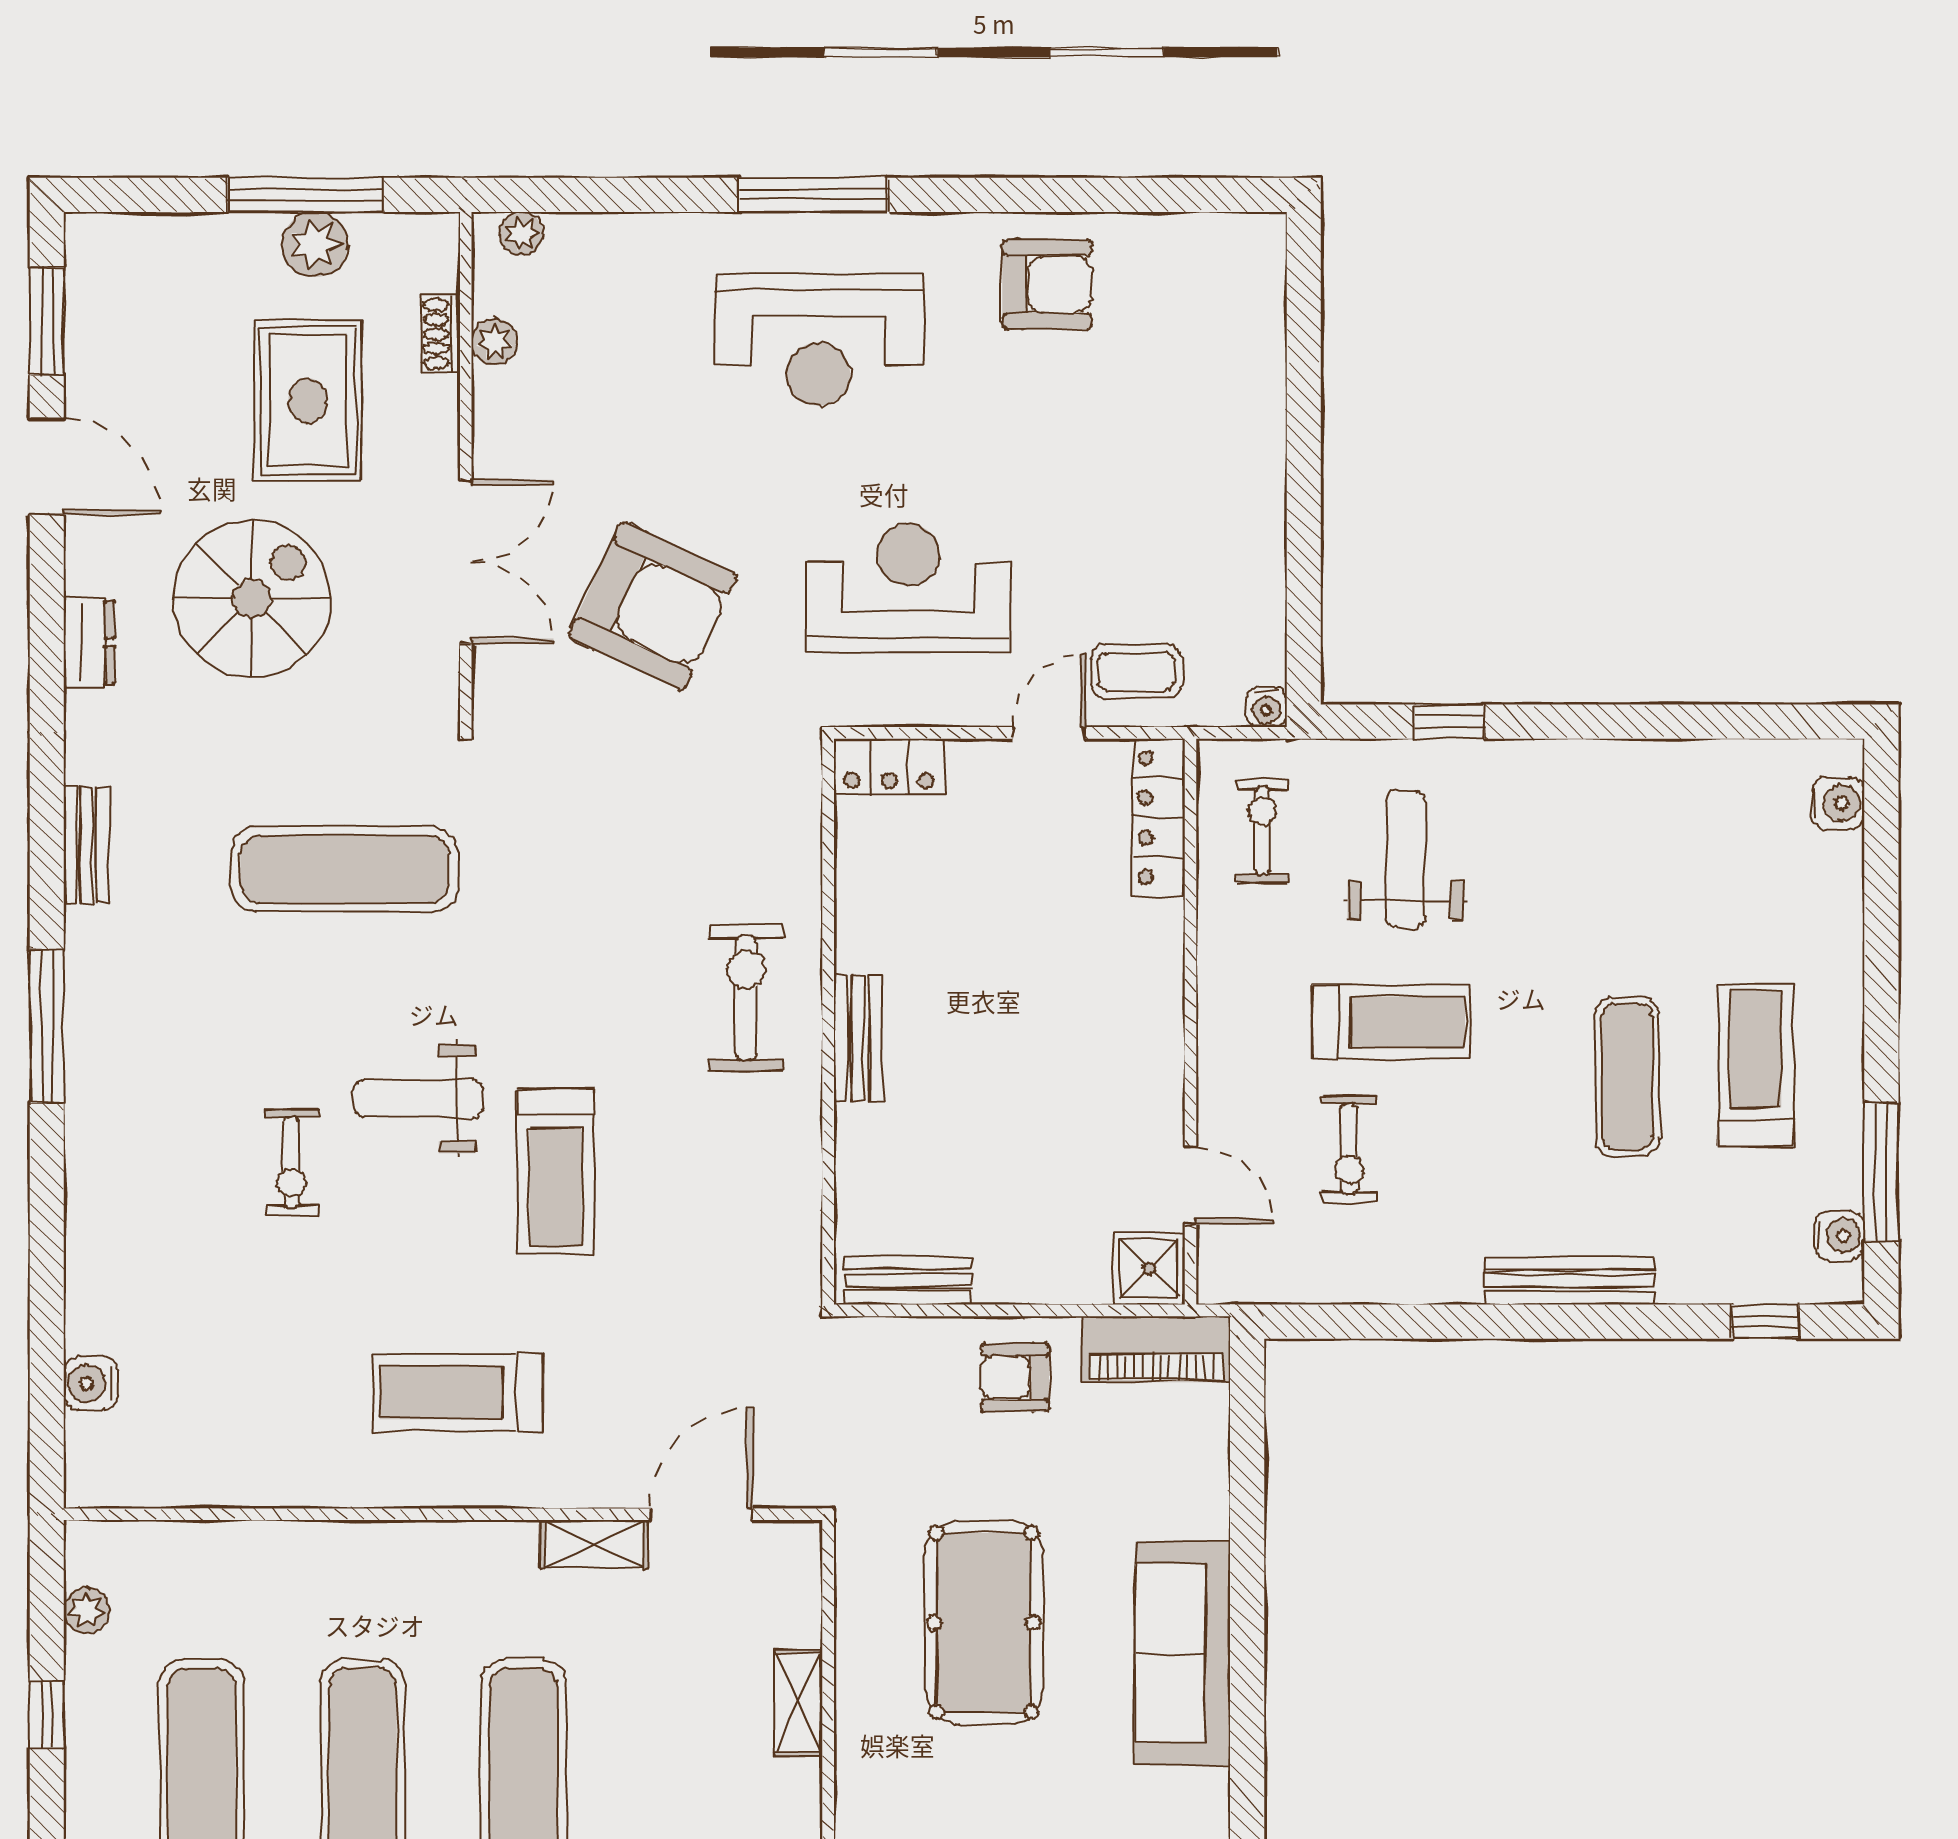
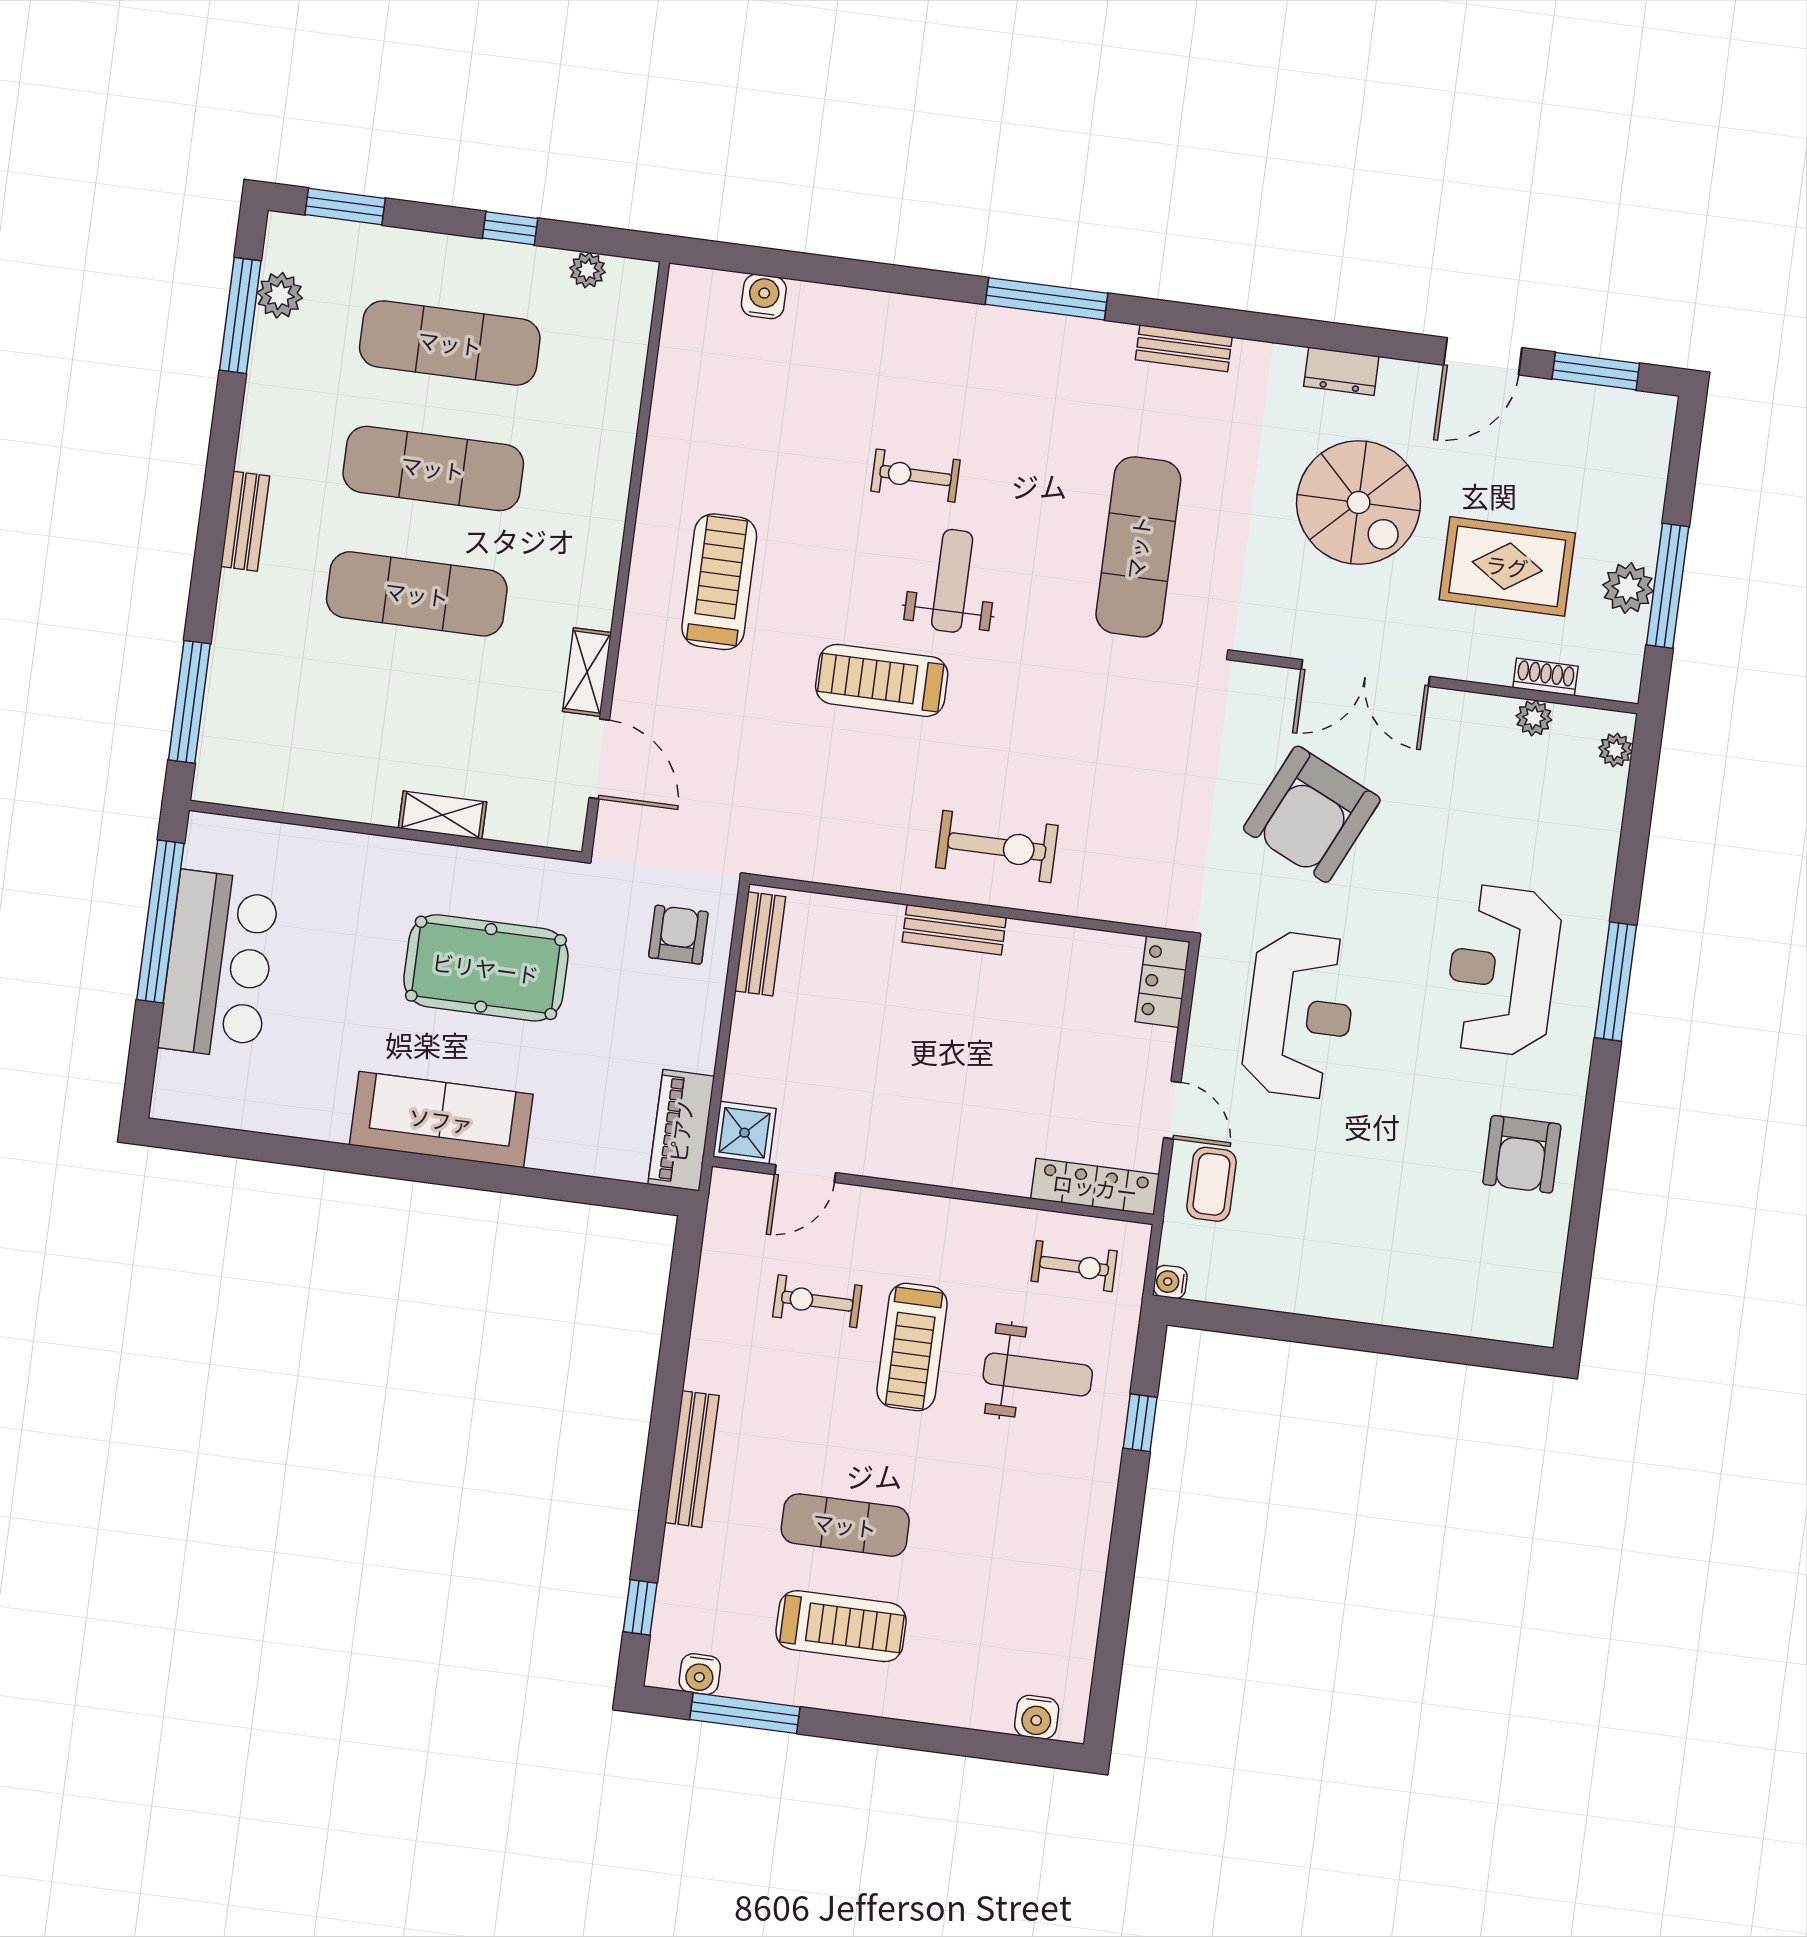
armchair: (1015, 1378) -> (678, 935), moved

